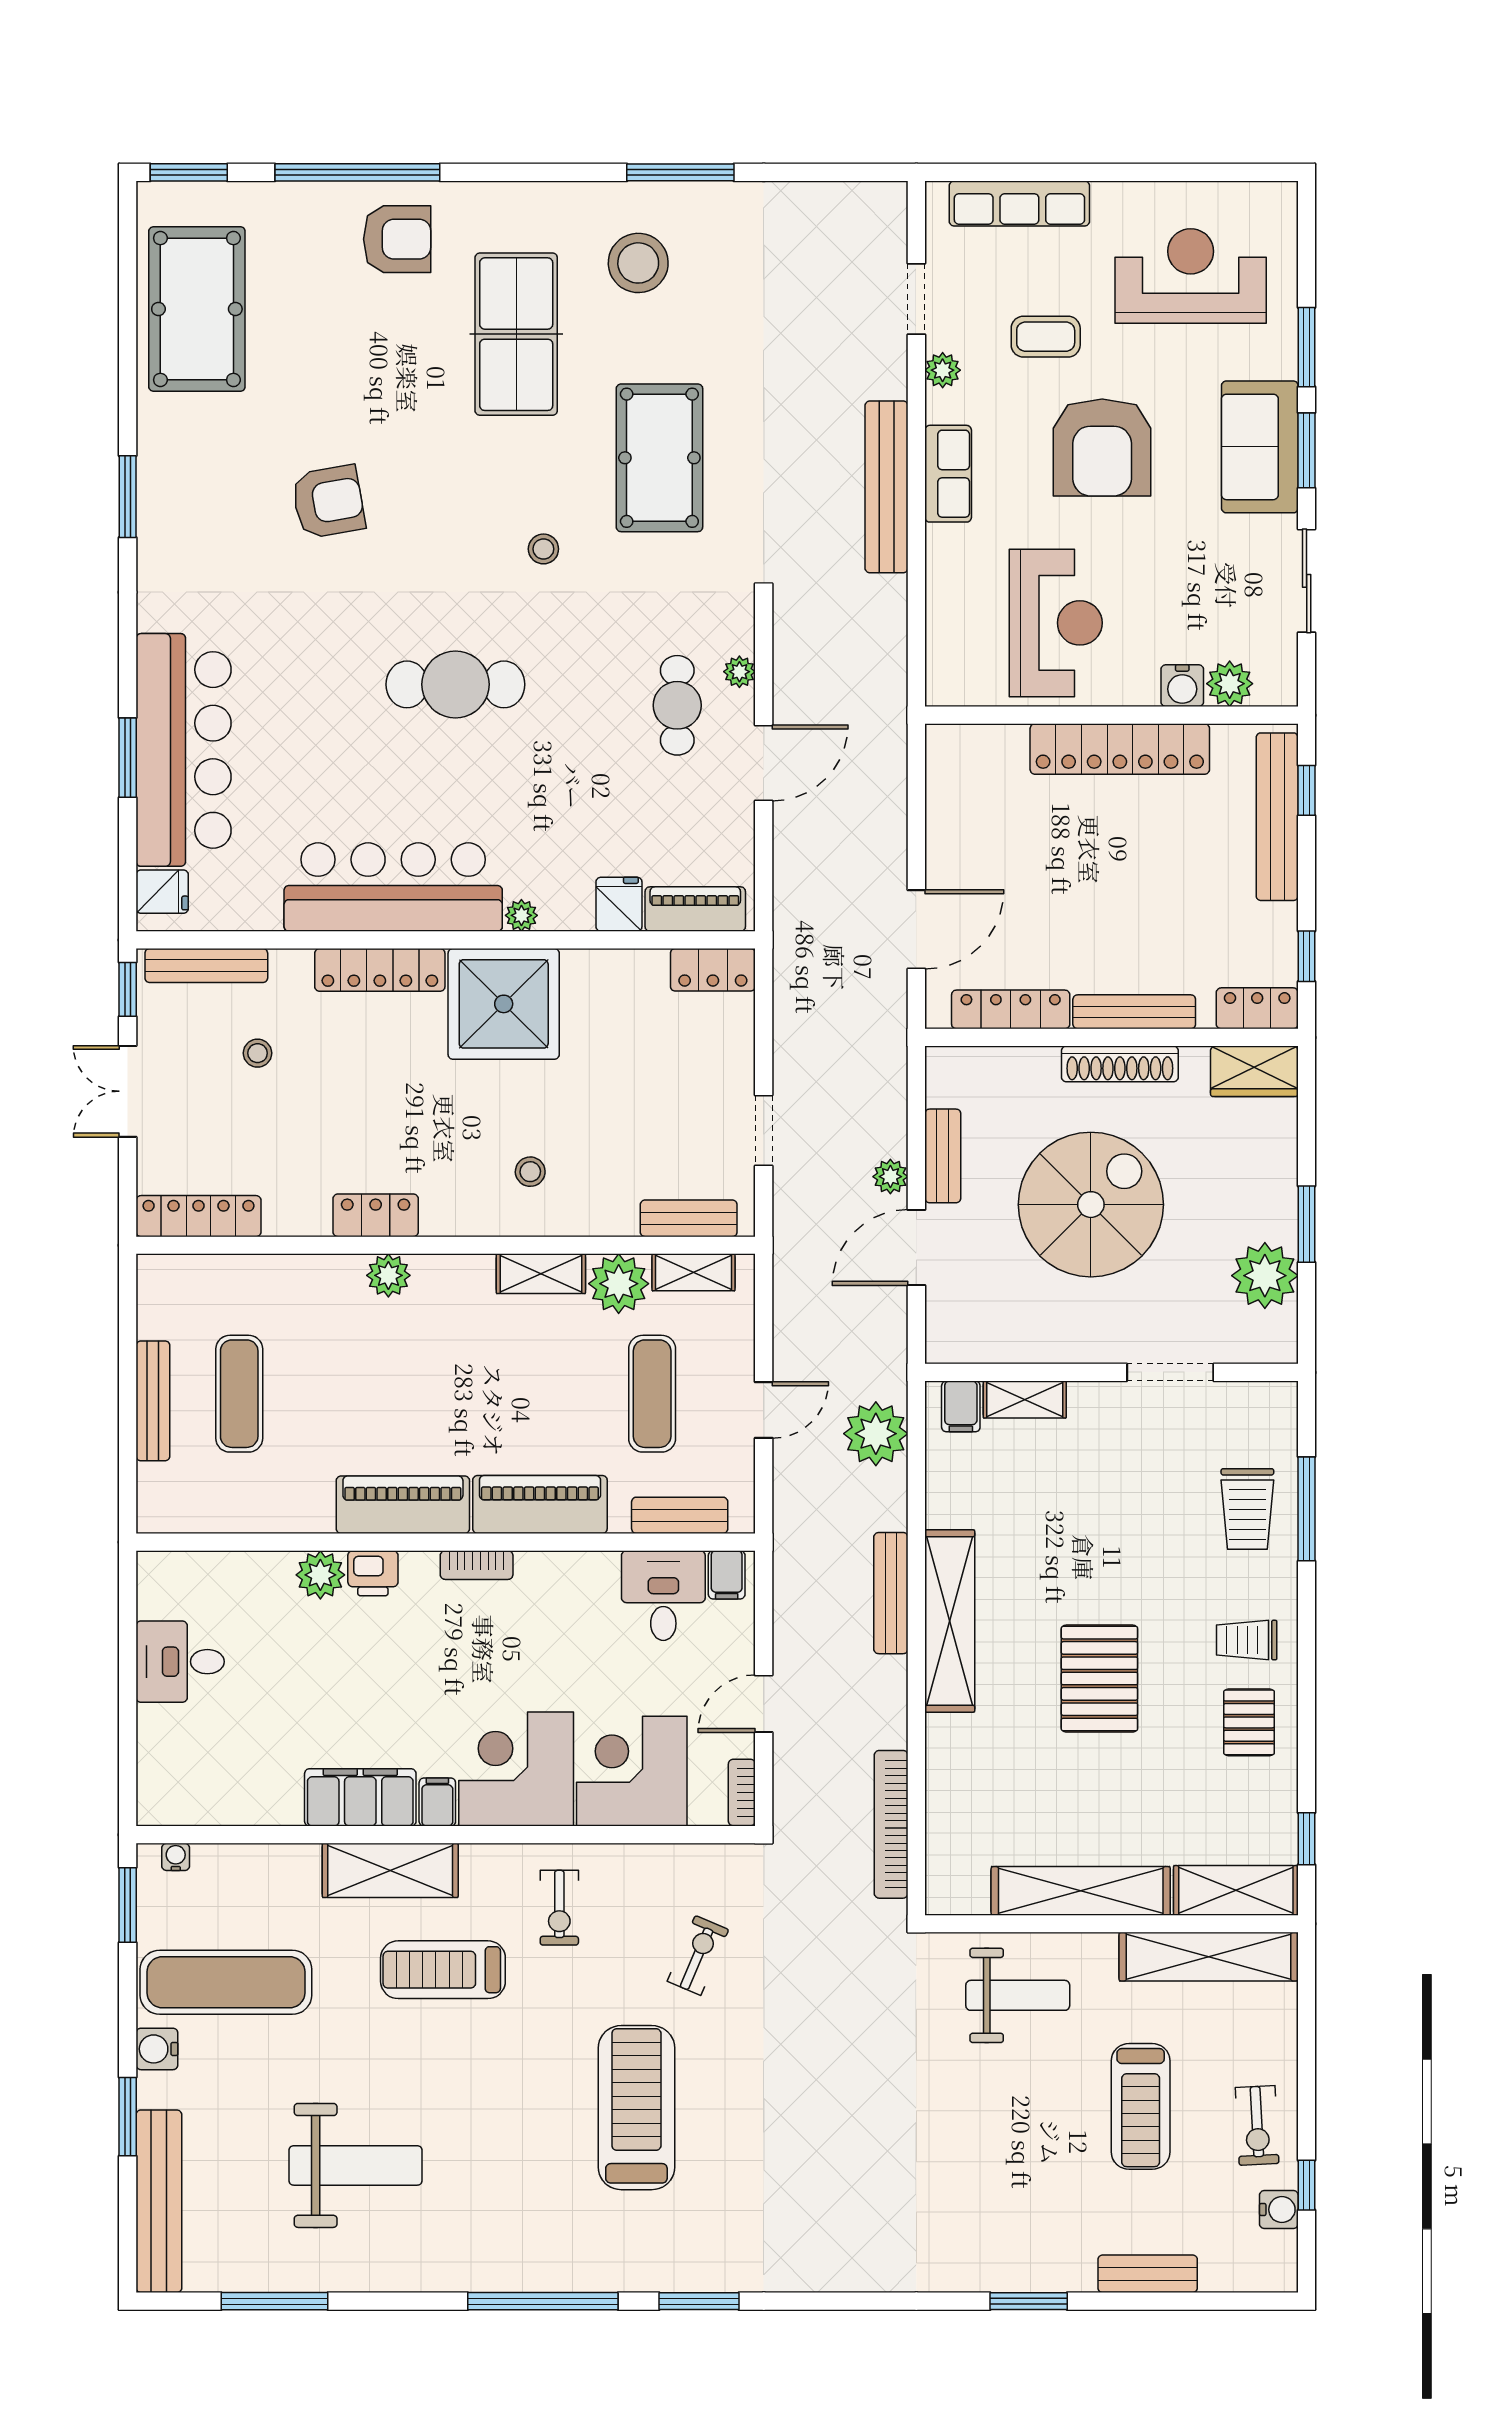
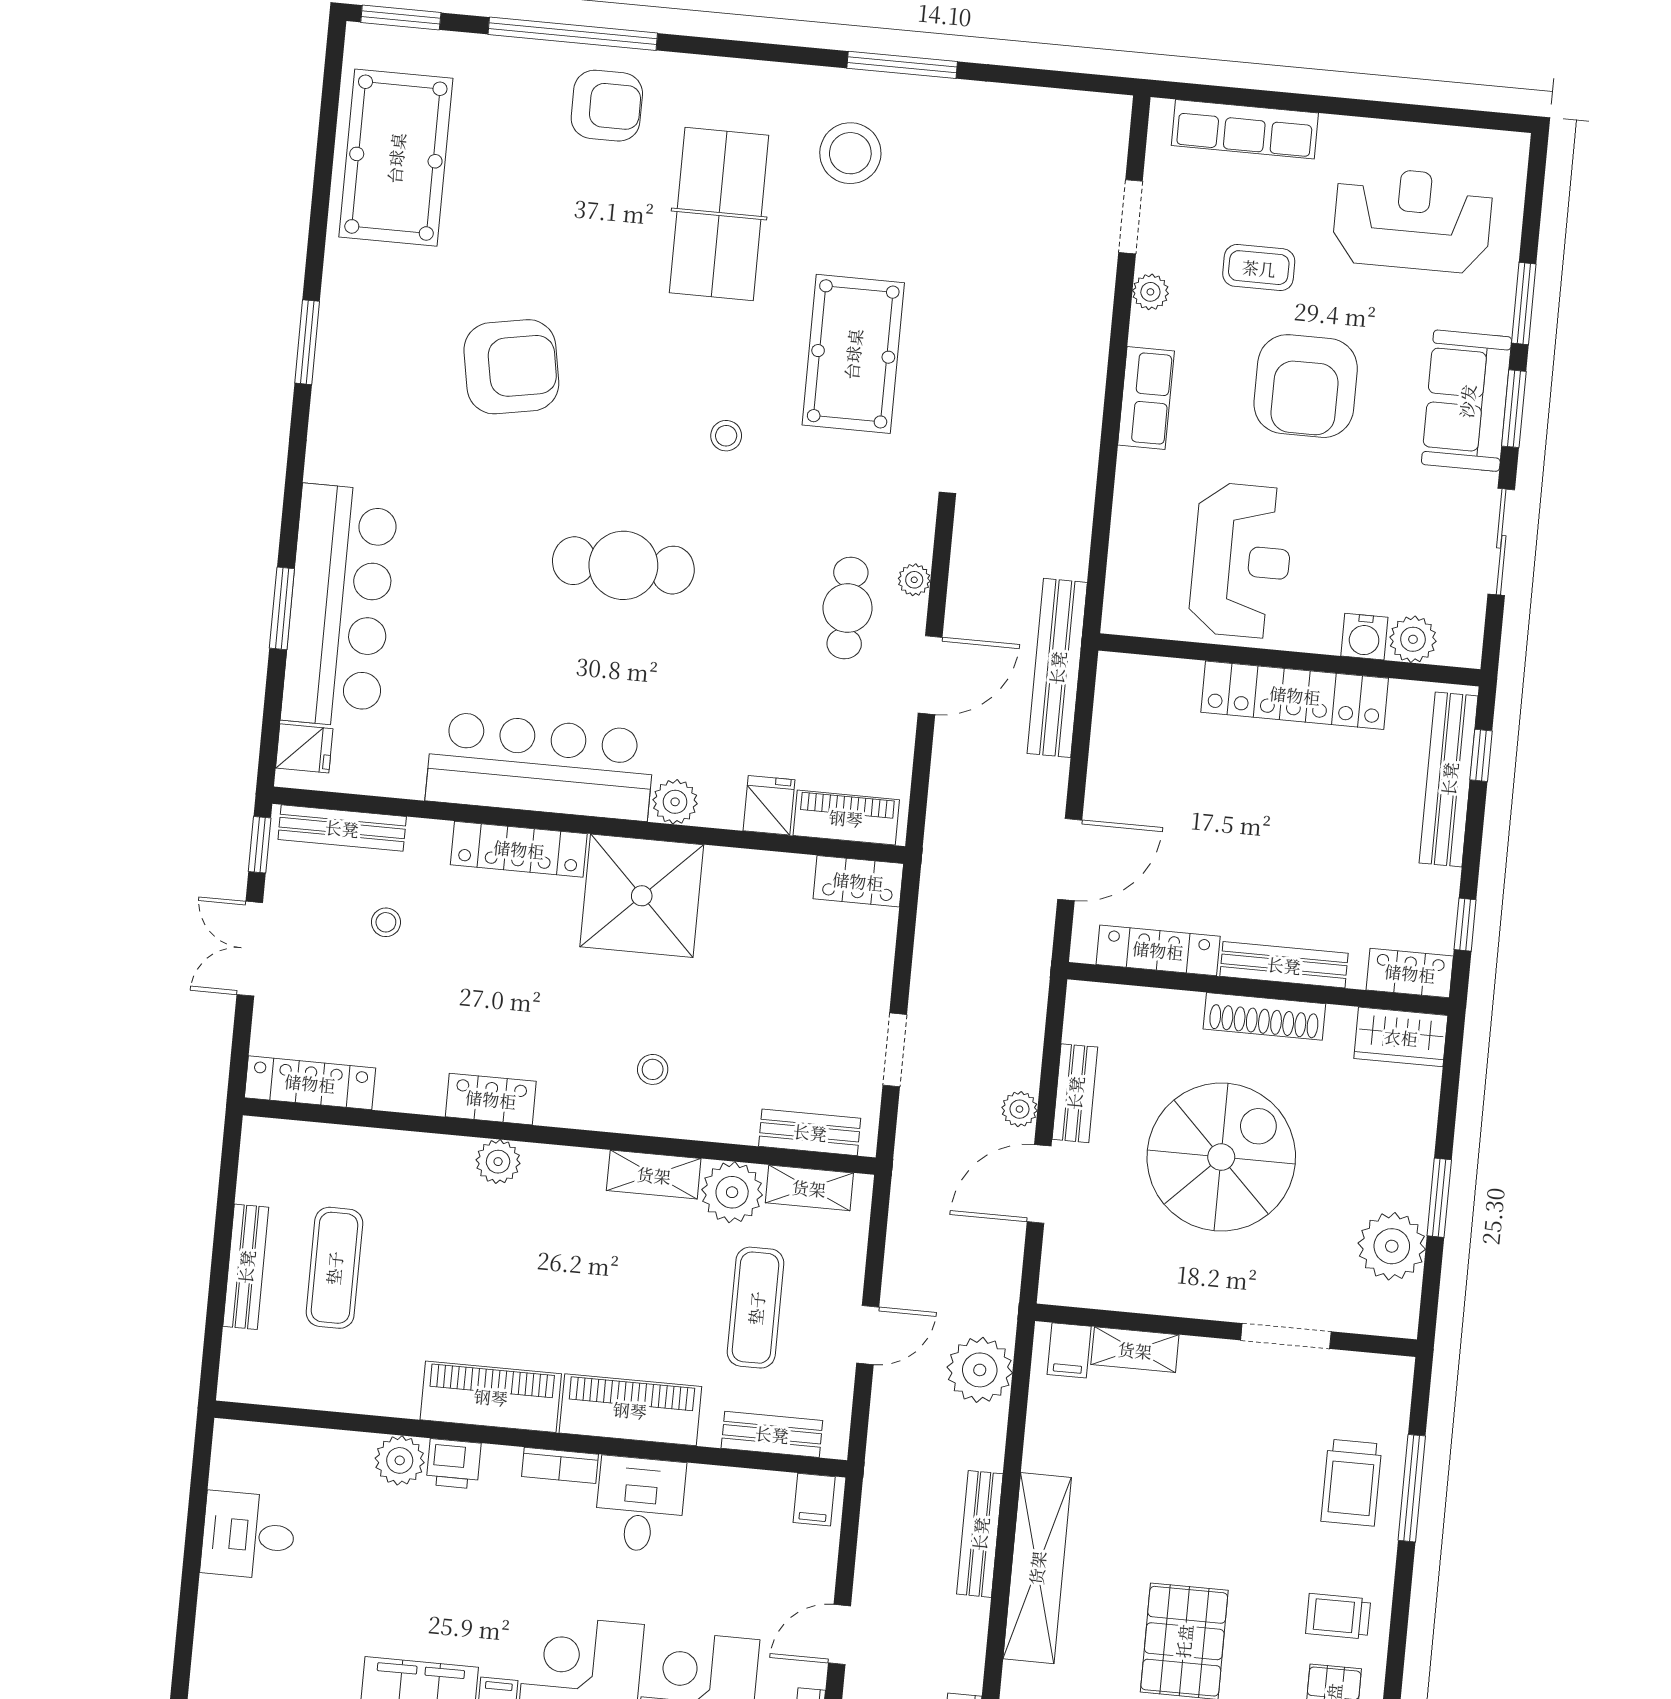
bench: (886, 487) -> (1057, 668), moved
armchair: (328, 502) -> (511, 367), width x1.36, depth x1.36
plant: (521, 915) -> (675, 802), width x1.38, depth x1.38
desk: (663, 1596) -> (640, 1504), moved

